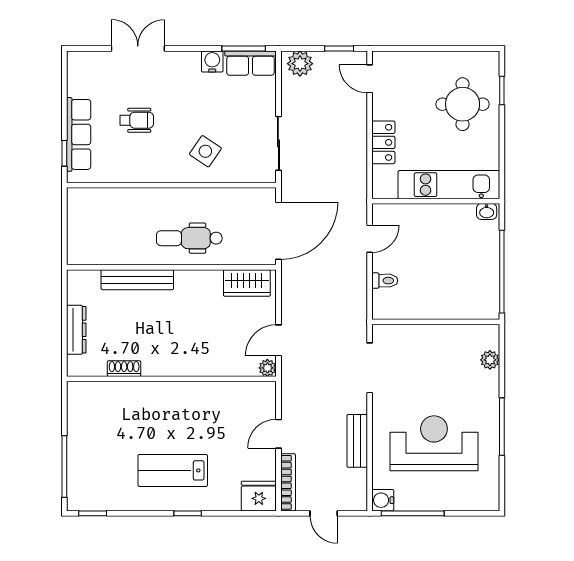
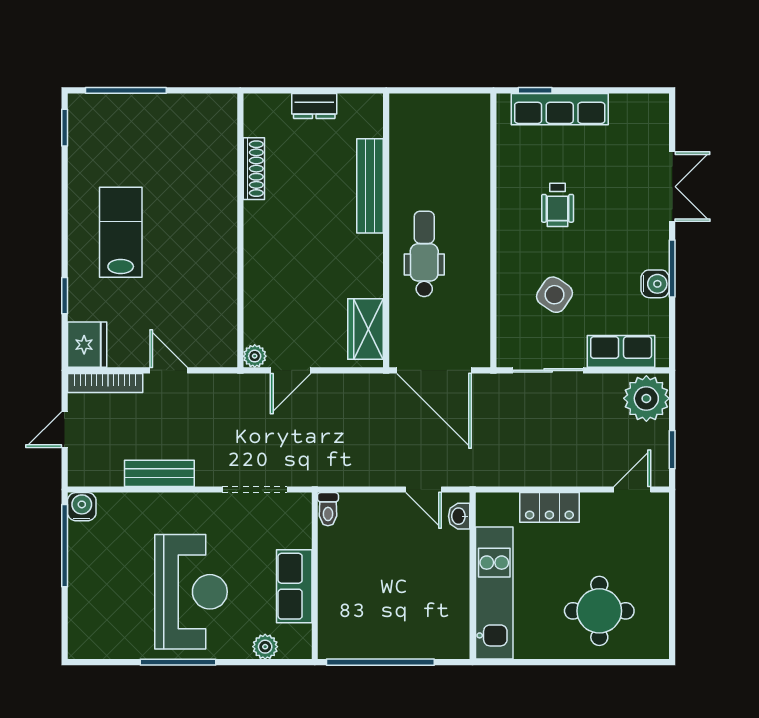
window: (244, 48) -> (672, 269), moved
row of seats: (250, 63) -> (621, 351), moved, turned 90
plant: (300, 64) -> (646, 398), width x1.36, depth x1.36
window: (502, 91) -> (617, 662), removed
wheelchair: (137, 120) -> (558, 205), moved
side table: (205, 151) -> (555, 295), moved
washbasin: (487, 211) -> (459, 516), moved
toilet: (385, 281) -> (328, 509), moved
dresser: (76, 330) -> (314, 106), width x0.70
row of seats: (444, 338) -> (294, 586), added
door: (278, 340) -> (291, 370), swing flipped
shoe rack: (124, 369) -> (254, 169), width x1.43
reception desk: (434, 443) -> (191, 592), moved
window: (188, 513) -> (65, 296), moved

